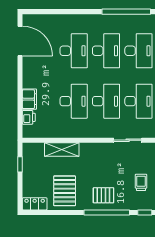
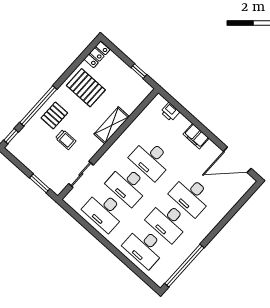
filing cabinet: (29, 99) -> (196, 136), moved
shelving: (62, 150) -> (112, 125), moved
trolley: (141, 182) -> (66, 140), moved

